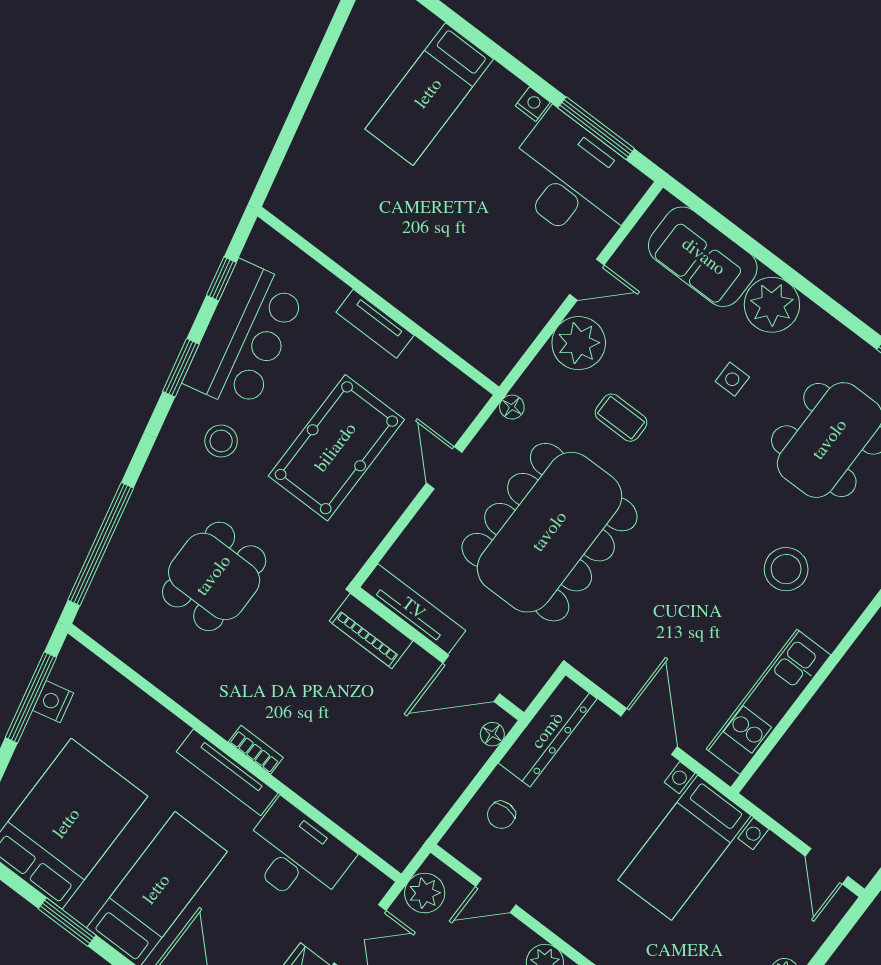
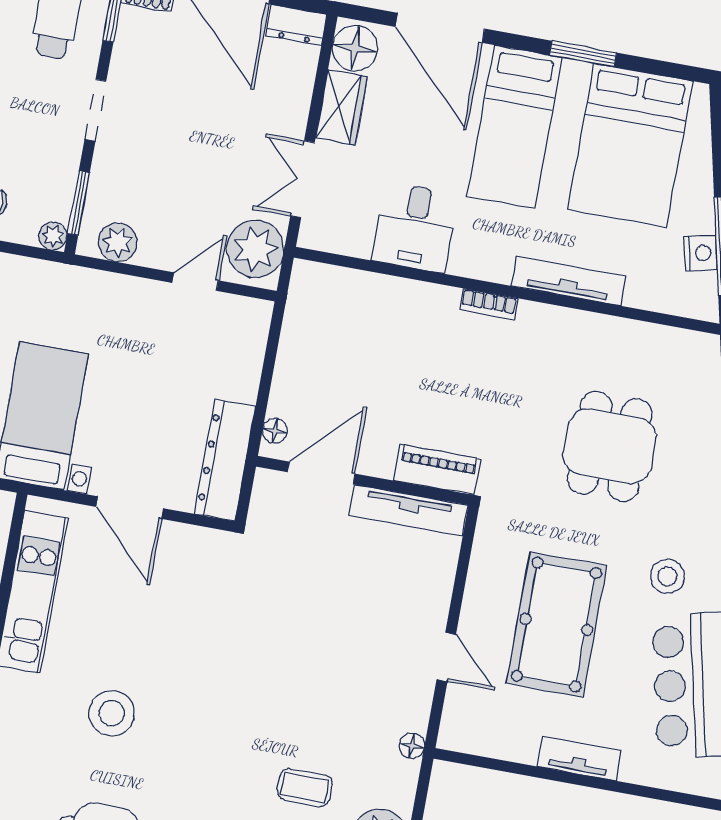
dining table: (550, 532) -> (317, 647), removed
stool: (786, 569) -> (112, 713), moved
tv unit: (227, 772) -> (569, 281), moved
chair: (501, 815) -> (228, 360), removed
desk: (296, 855) -> (415, 227), width x0.73
plant: (425, 893) -> (255, 249), width x1.36, depth x1.36

